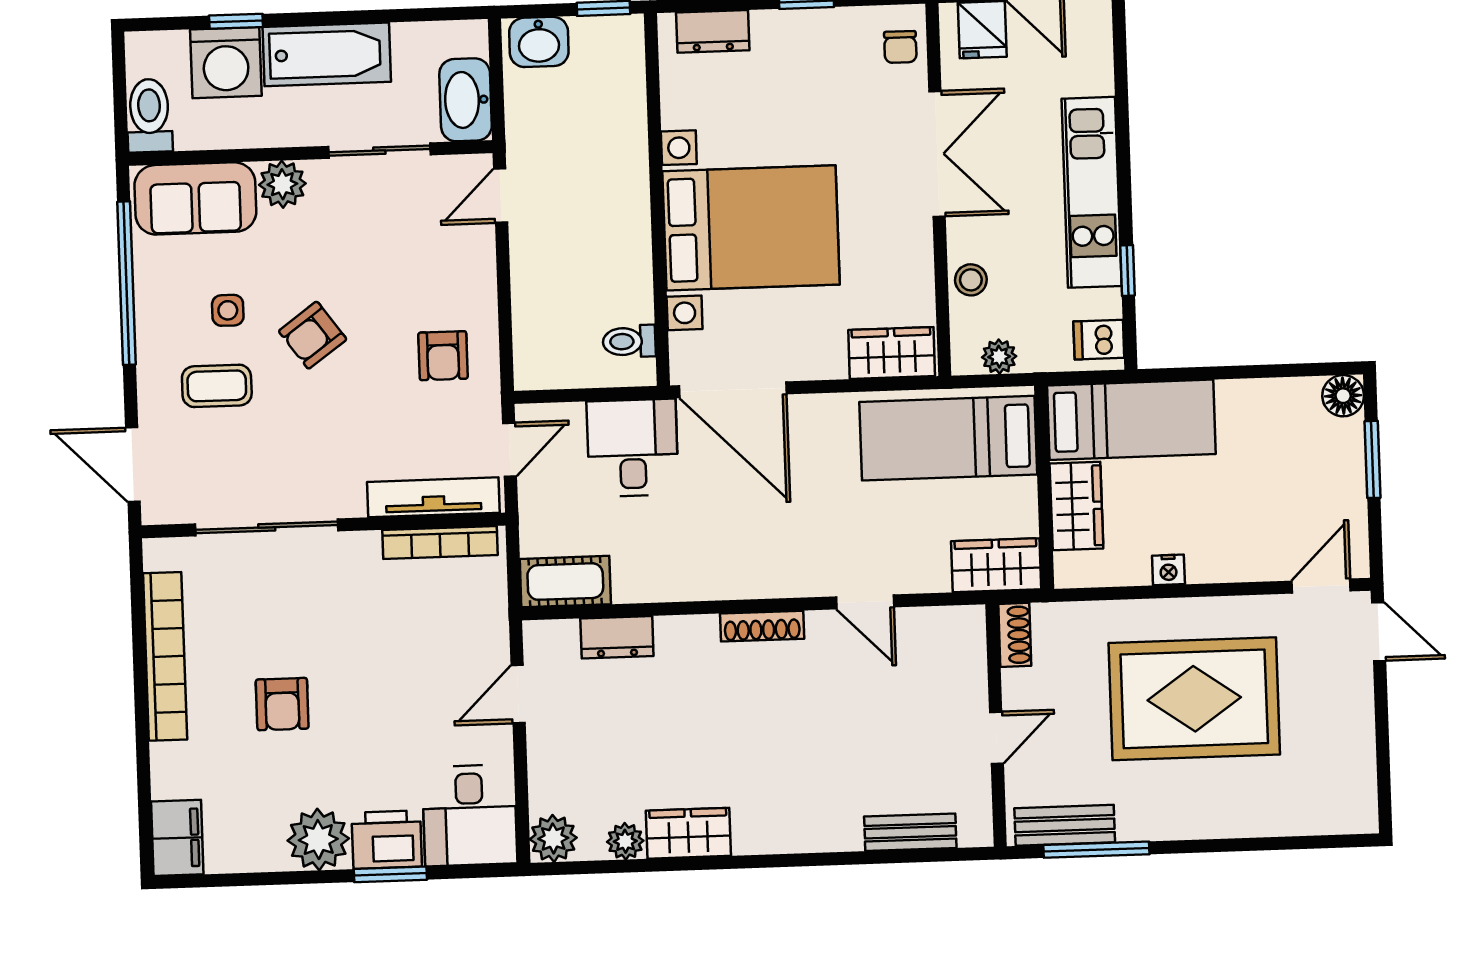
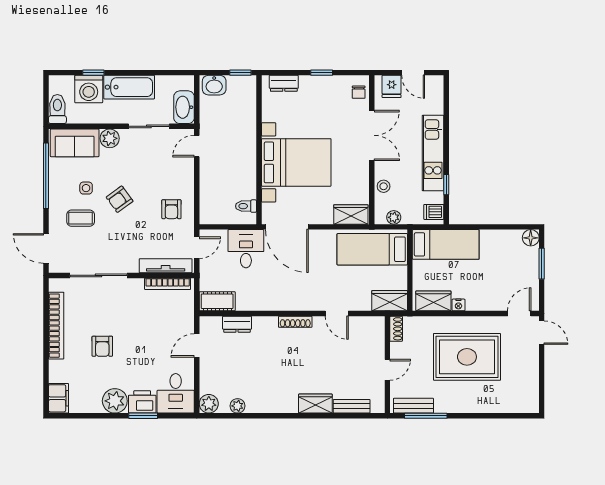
wardrobe: (1076, 506) -> (433, 301), moved, turned -90
wardrobe: (688, 833) -> (315, 404), moved

